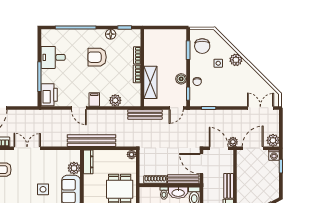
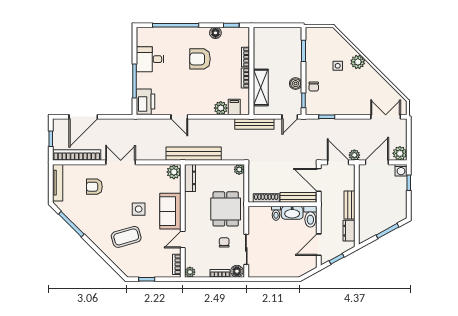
chair: (202, 46) -> (319, 46), removed
filing cabinet: (94, 99) -> (234, 107), moved
plant: (74, 168) -> (174, 172), moved

